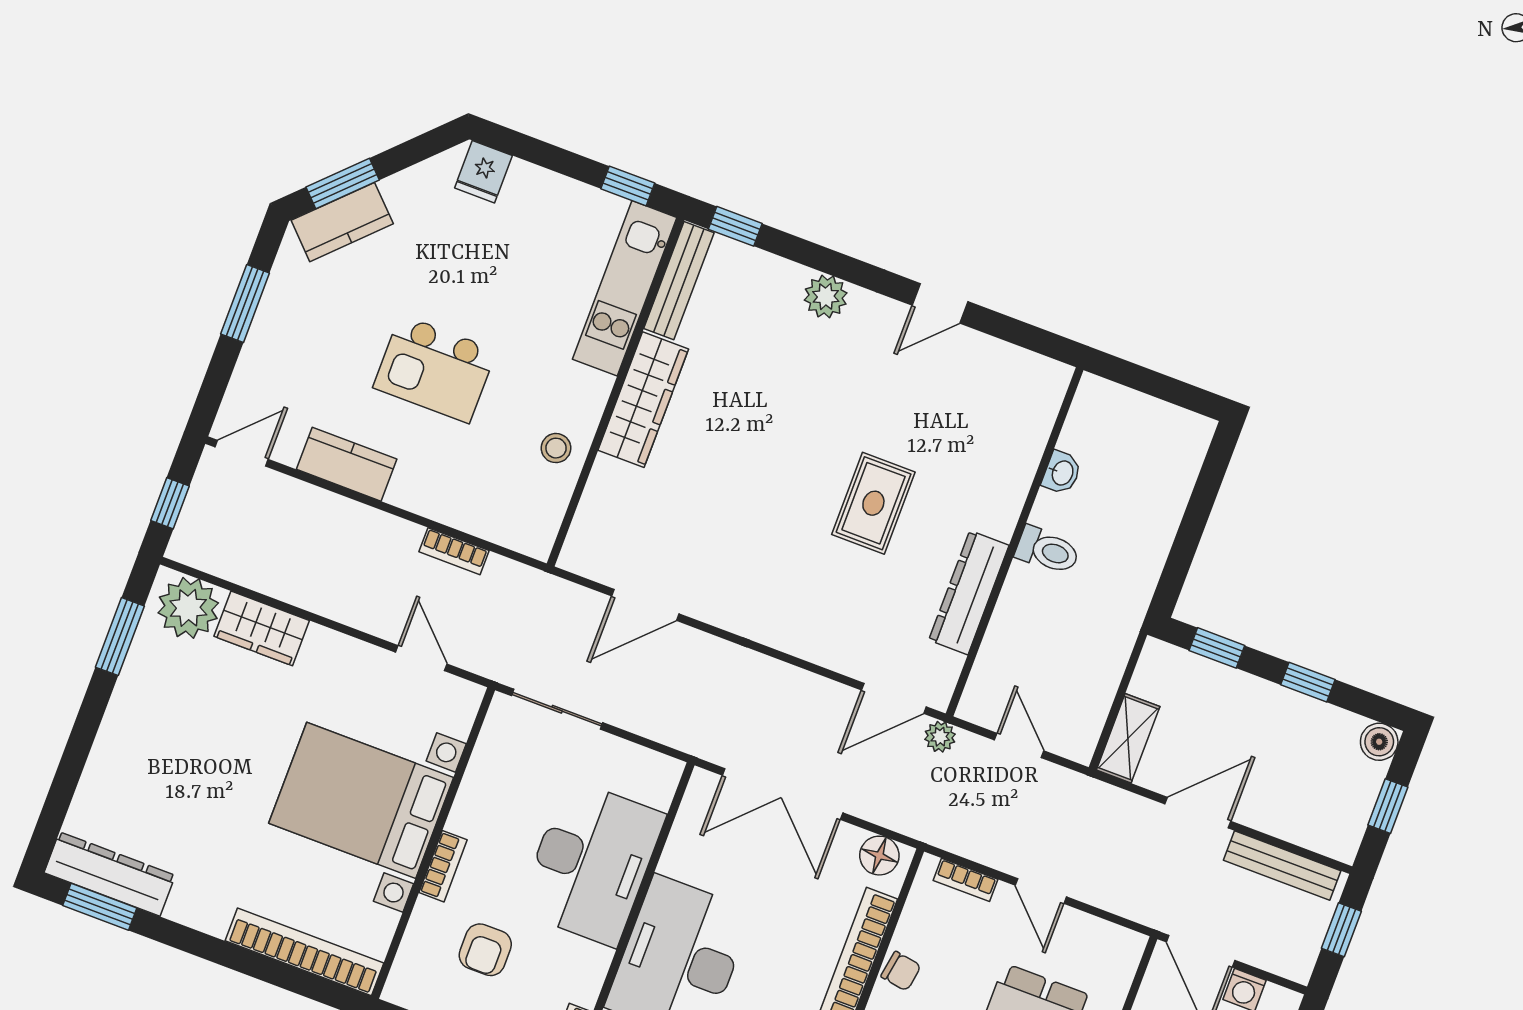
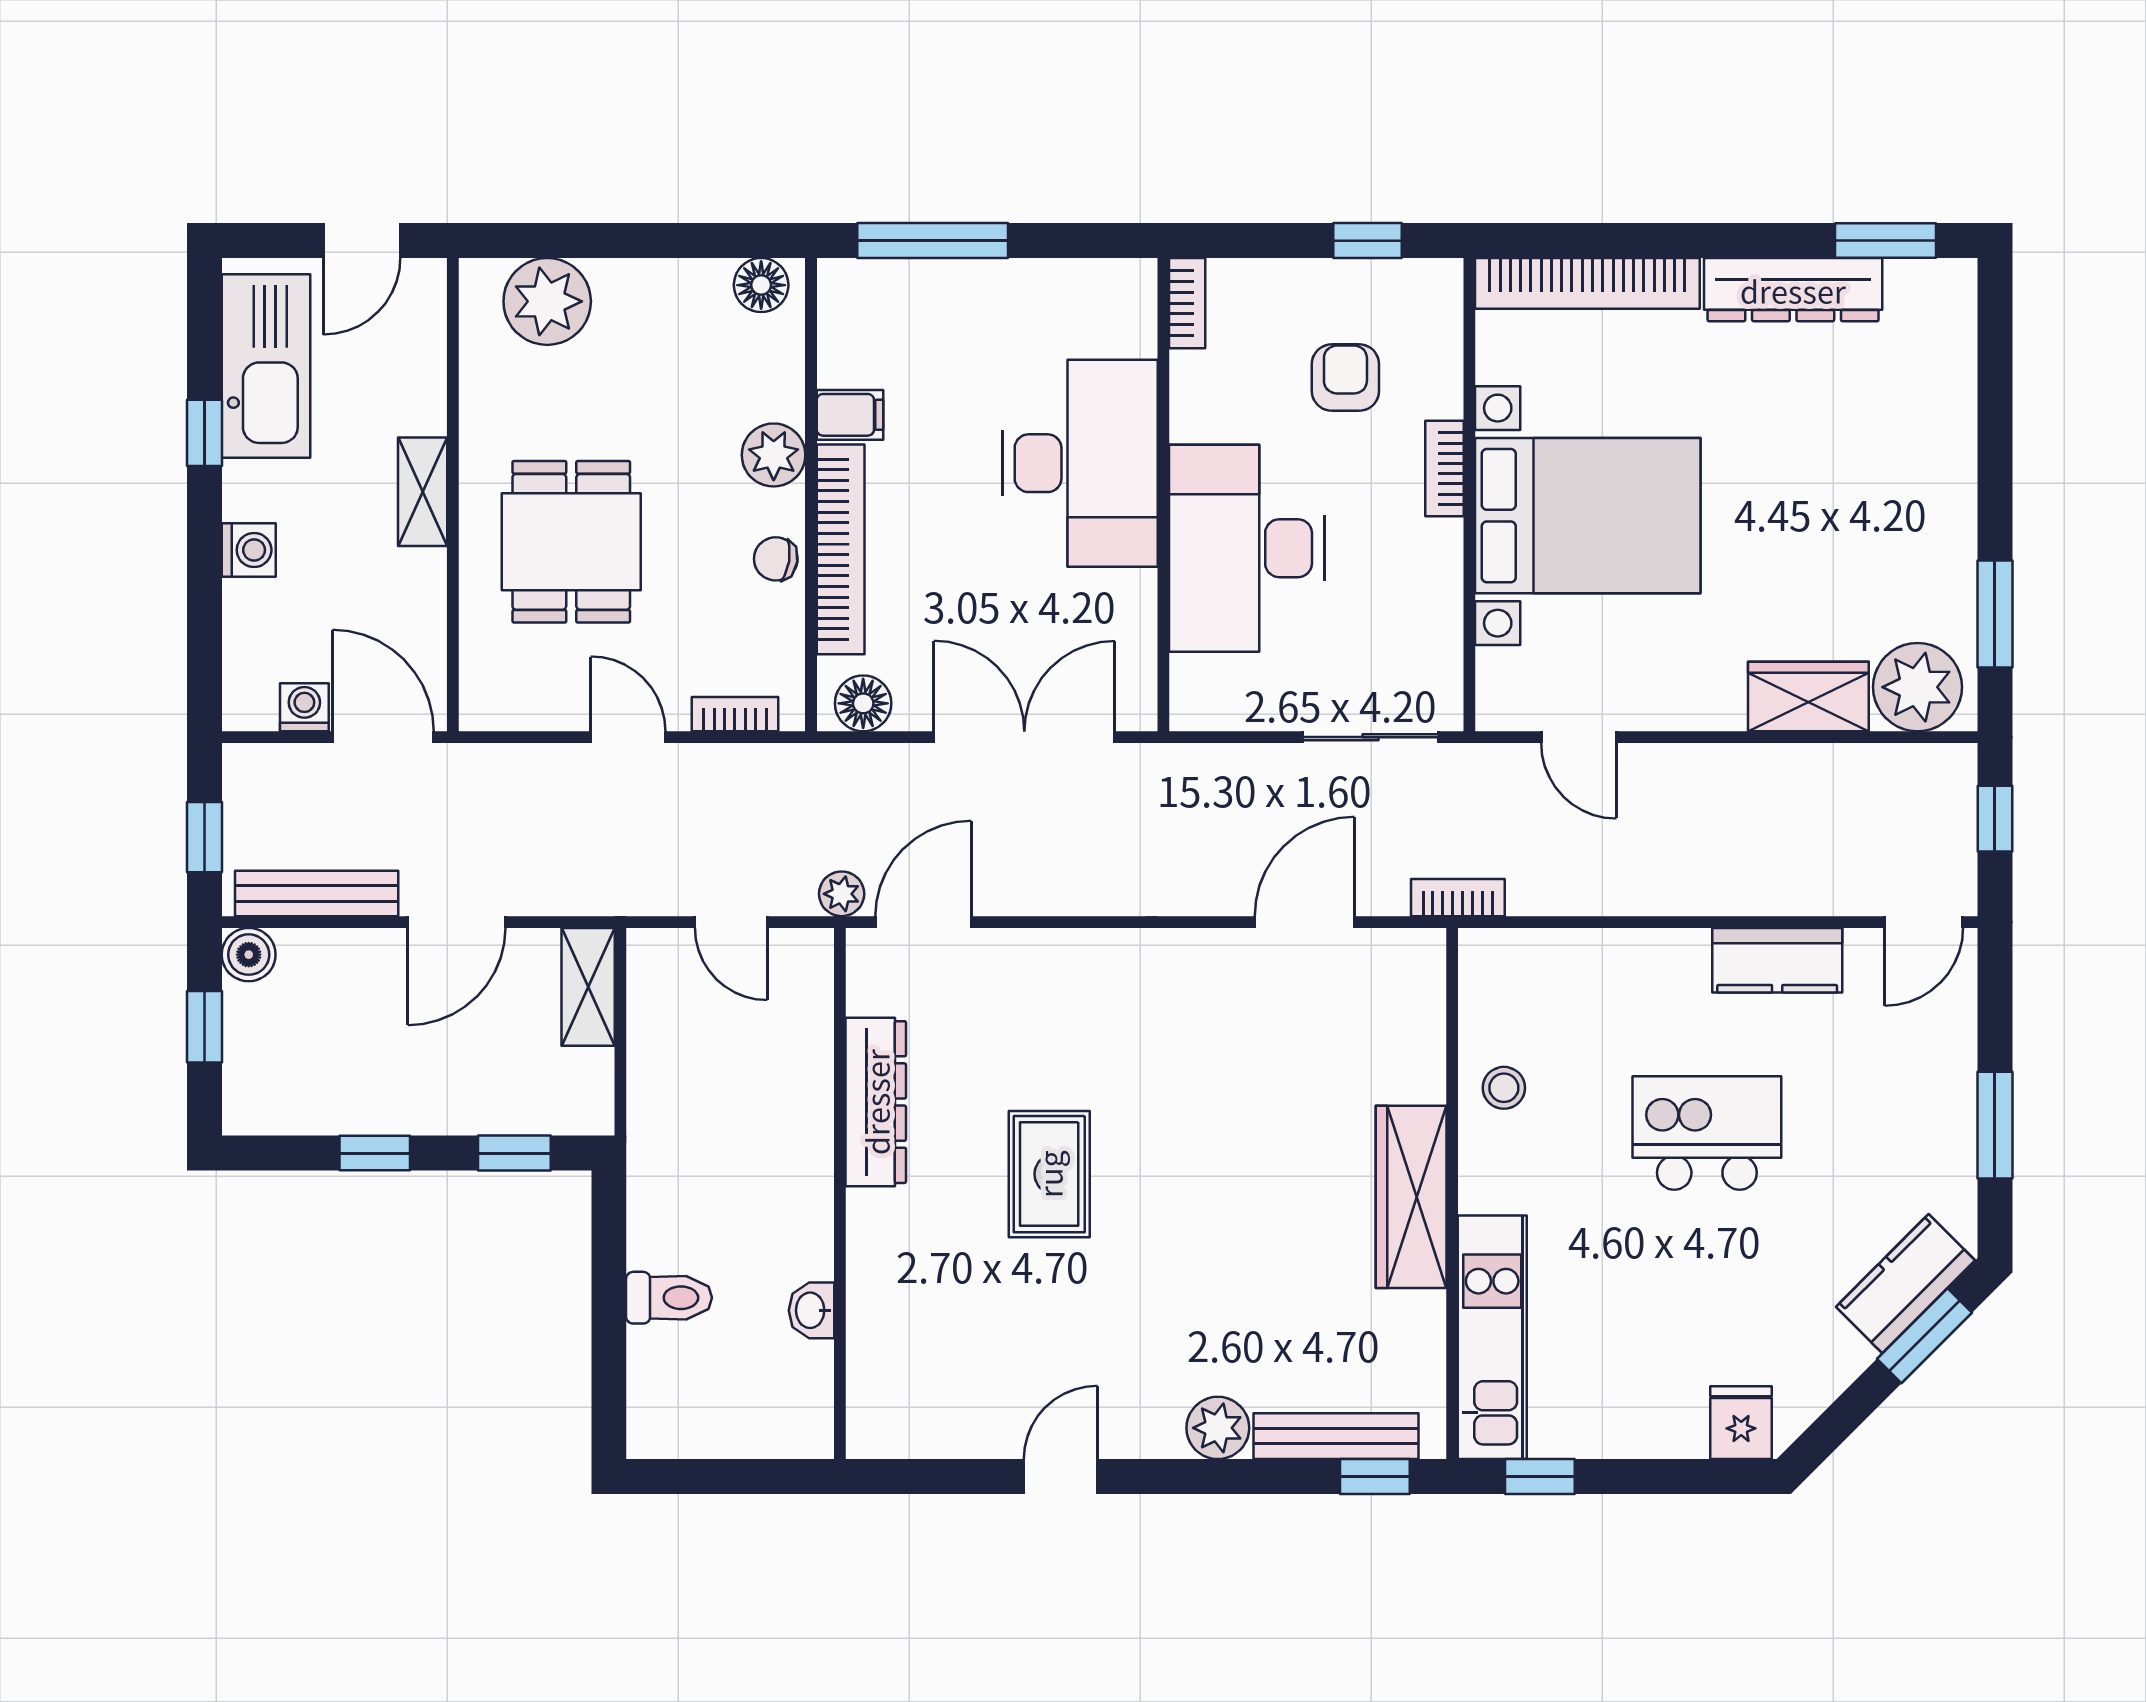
bench: (679, 281) -> (1336, 1436), moved, turned 90
bookcase: (454, 551) -> (1458, 898), moved
toilet: (1047, 551) -> (669, 1298), moved, turned 180
boiler: (1379, 742) -> (249, 955), moved
dresser: (110, 874) -> (1793, 290), moved

